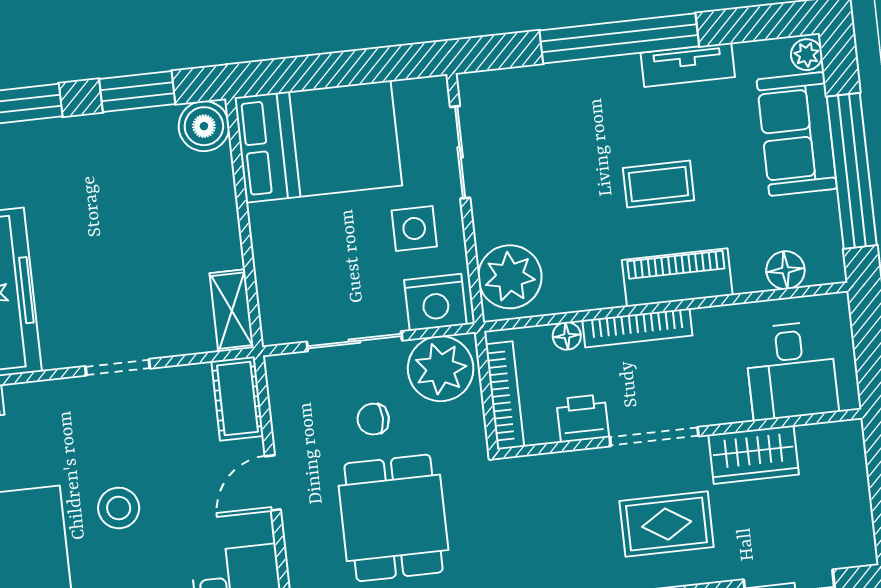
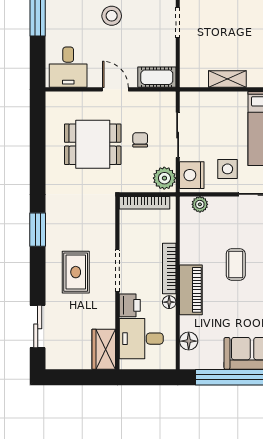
coffee table: (659, 184) -> (236, 264), moved
plant: (510, 277) -> (200, 204), width x0.53, depth x0.53
shelving: (232, 311) -> (227, 79), moved
floor lamp: (567, 336) -> (169, 302), moved
plant: (441, 369) -> (164, 178), width x0.73, depth x0.73
printer: (583, 418) -> (130, 305), moved
wardrobe: (754, 455) -> (104, 349), moved

